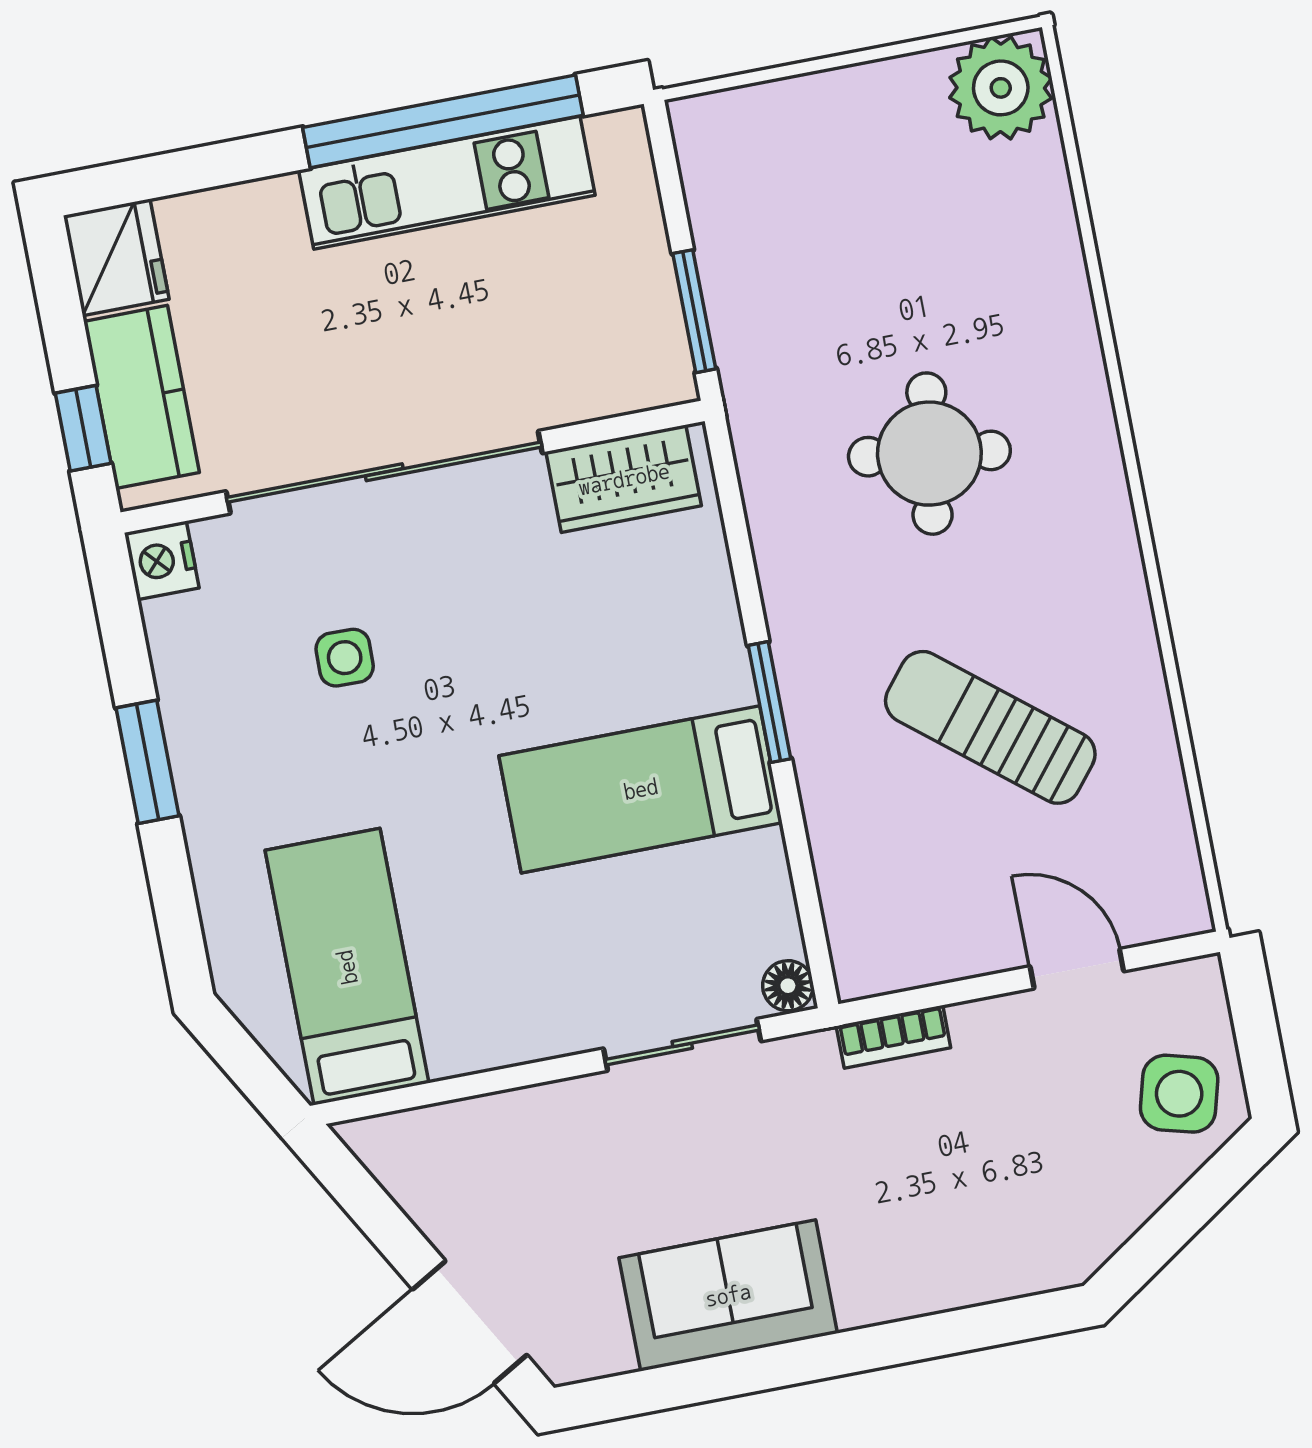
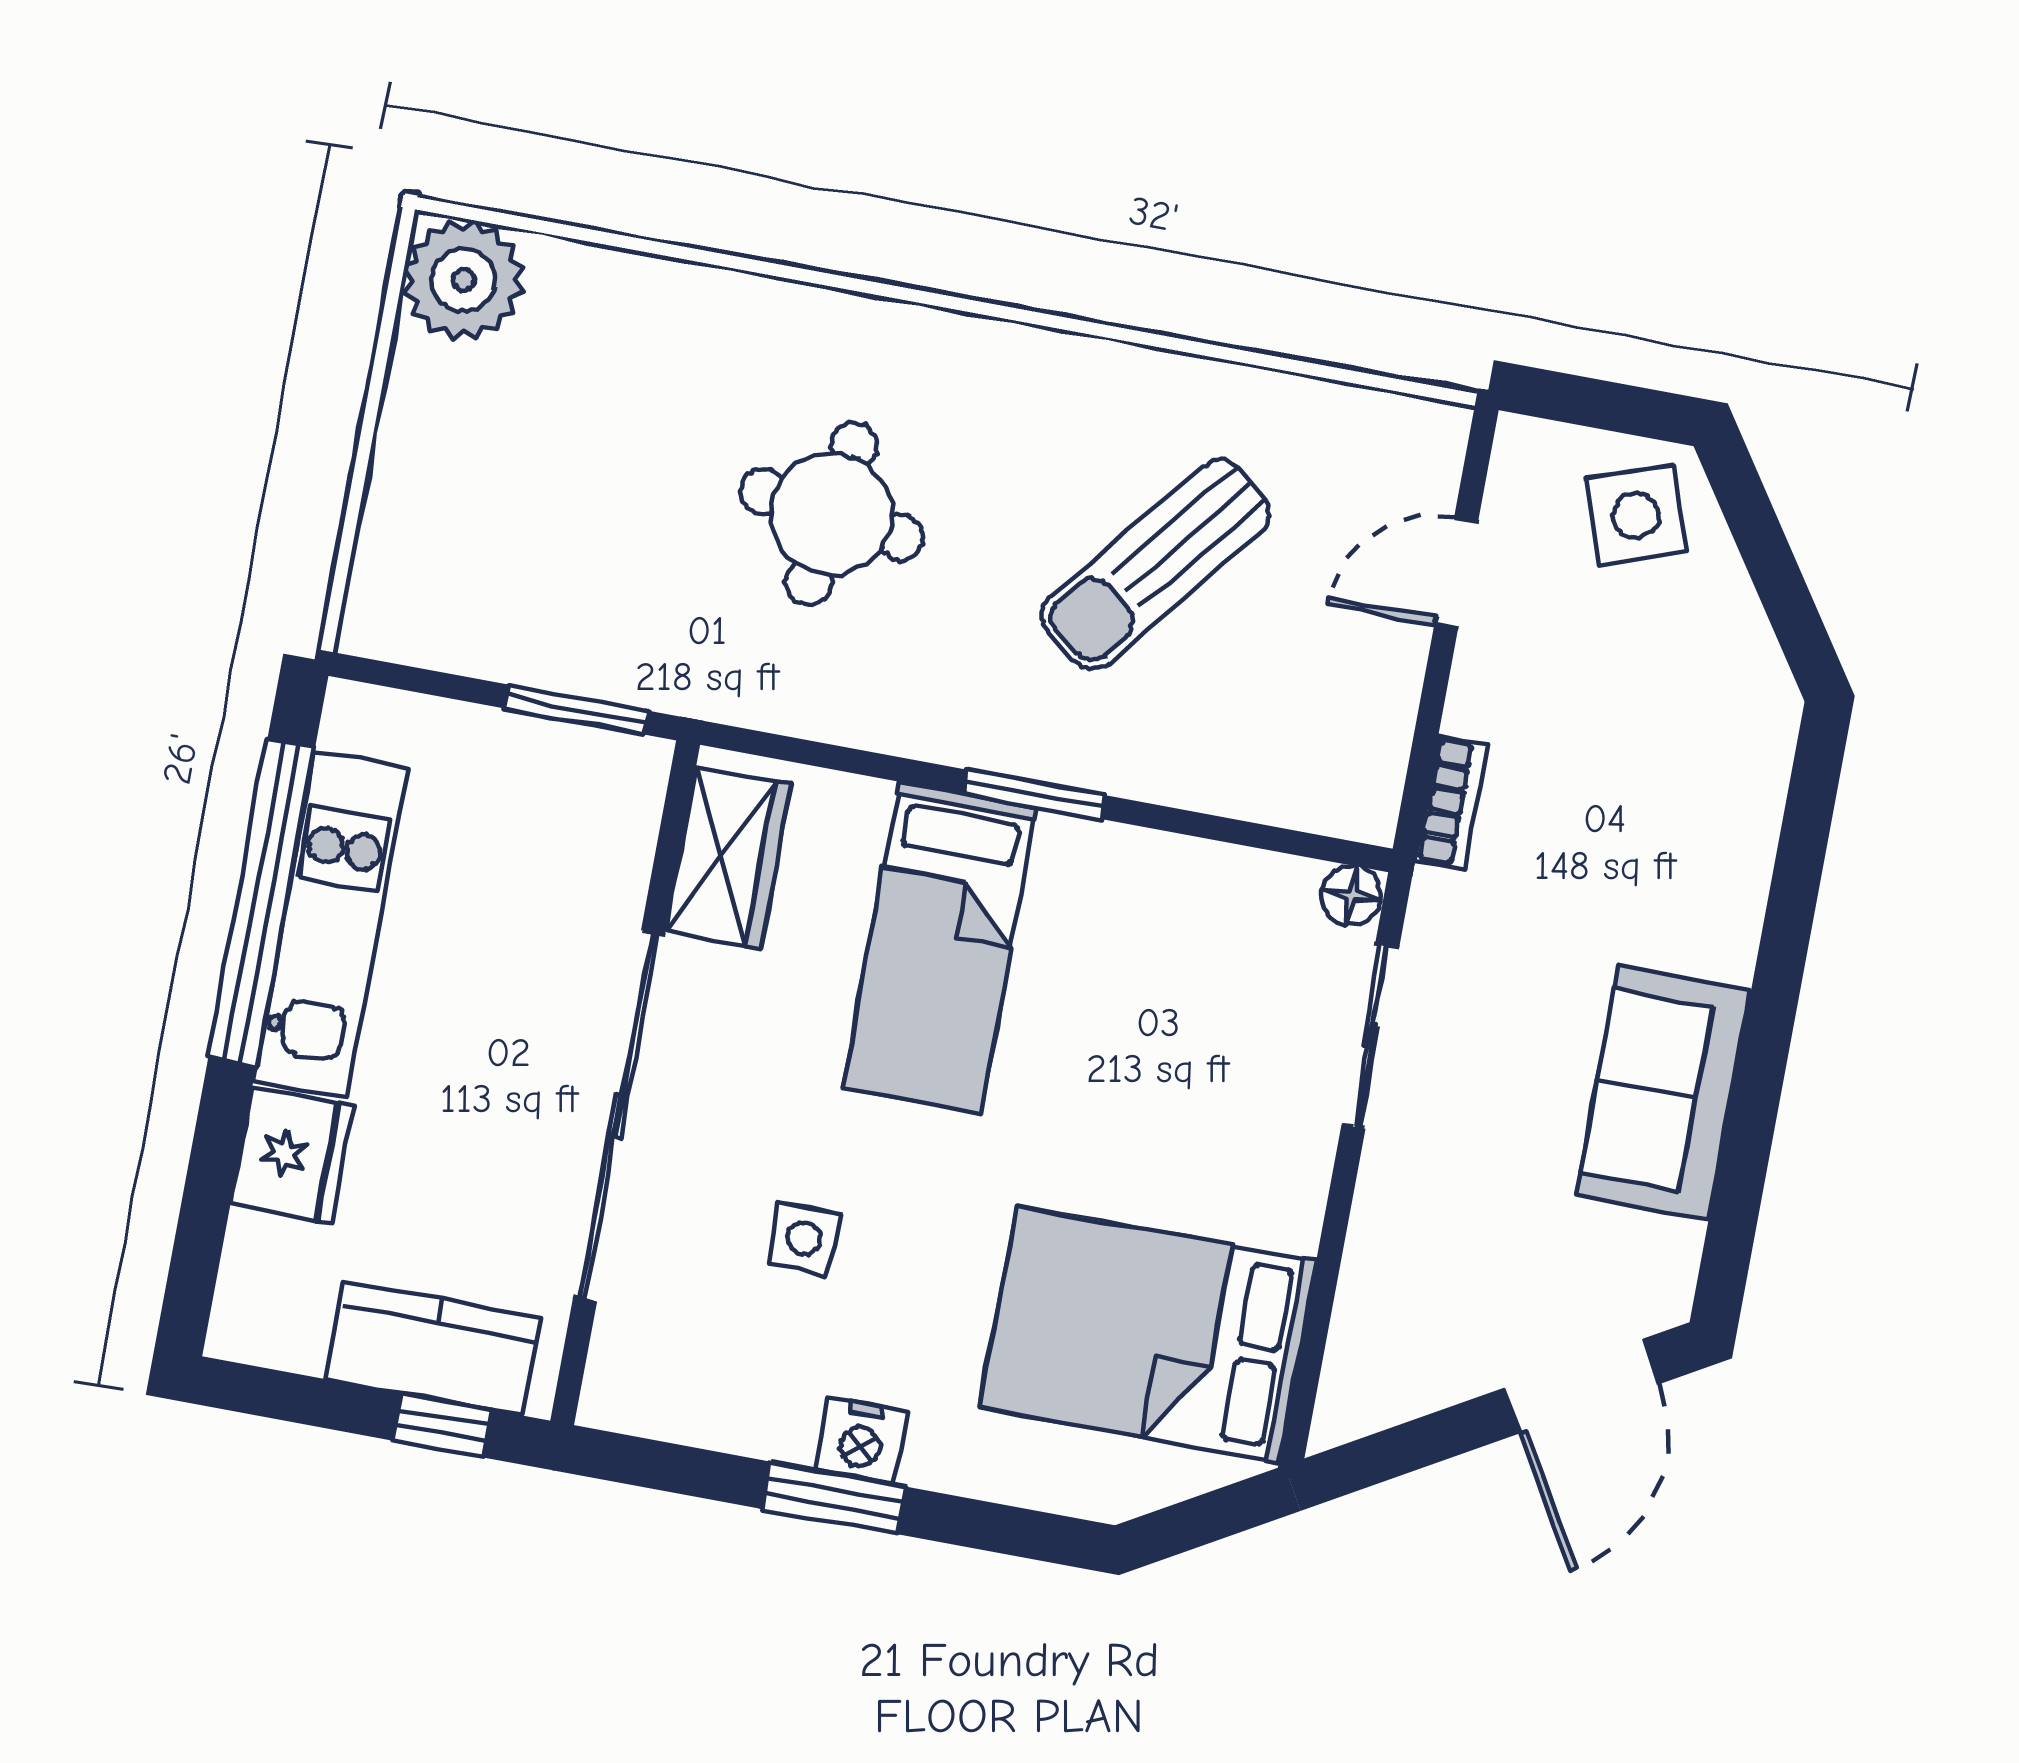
fridge: (116, 257) -> (292, 1155), moved, turned 90
nightstand: (162, 560) -> (861, 1441), moved
bed: (641, 789) -> (940, 947), moved
bed: (347, 967) -> (1148, 1334), width x1.50
side table: (1179, 1094) -> (1636, 515), turned -34

